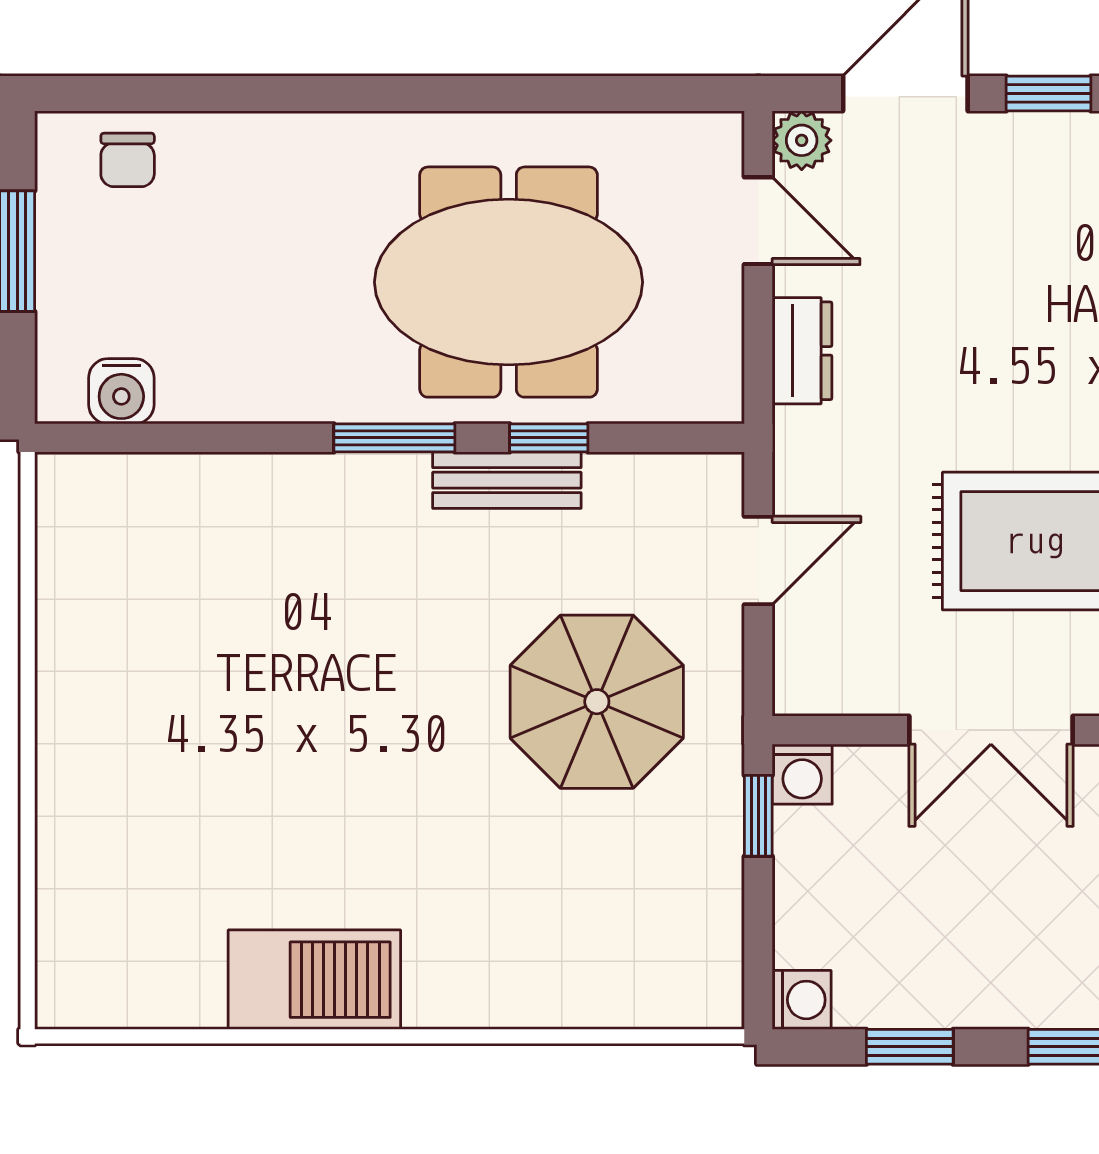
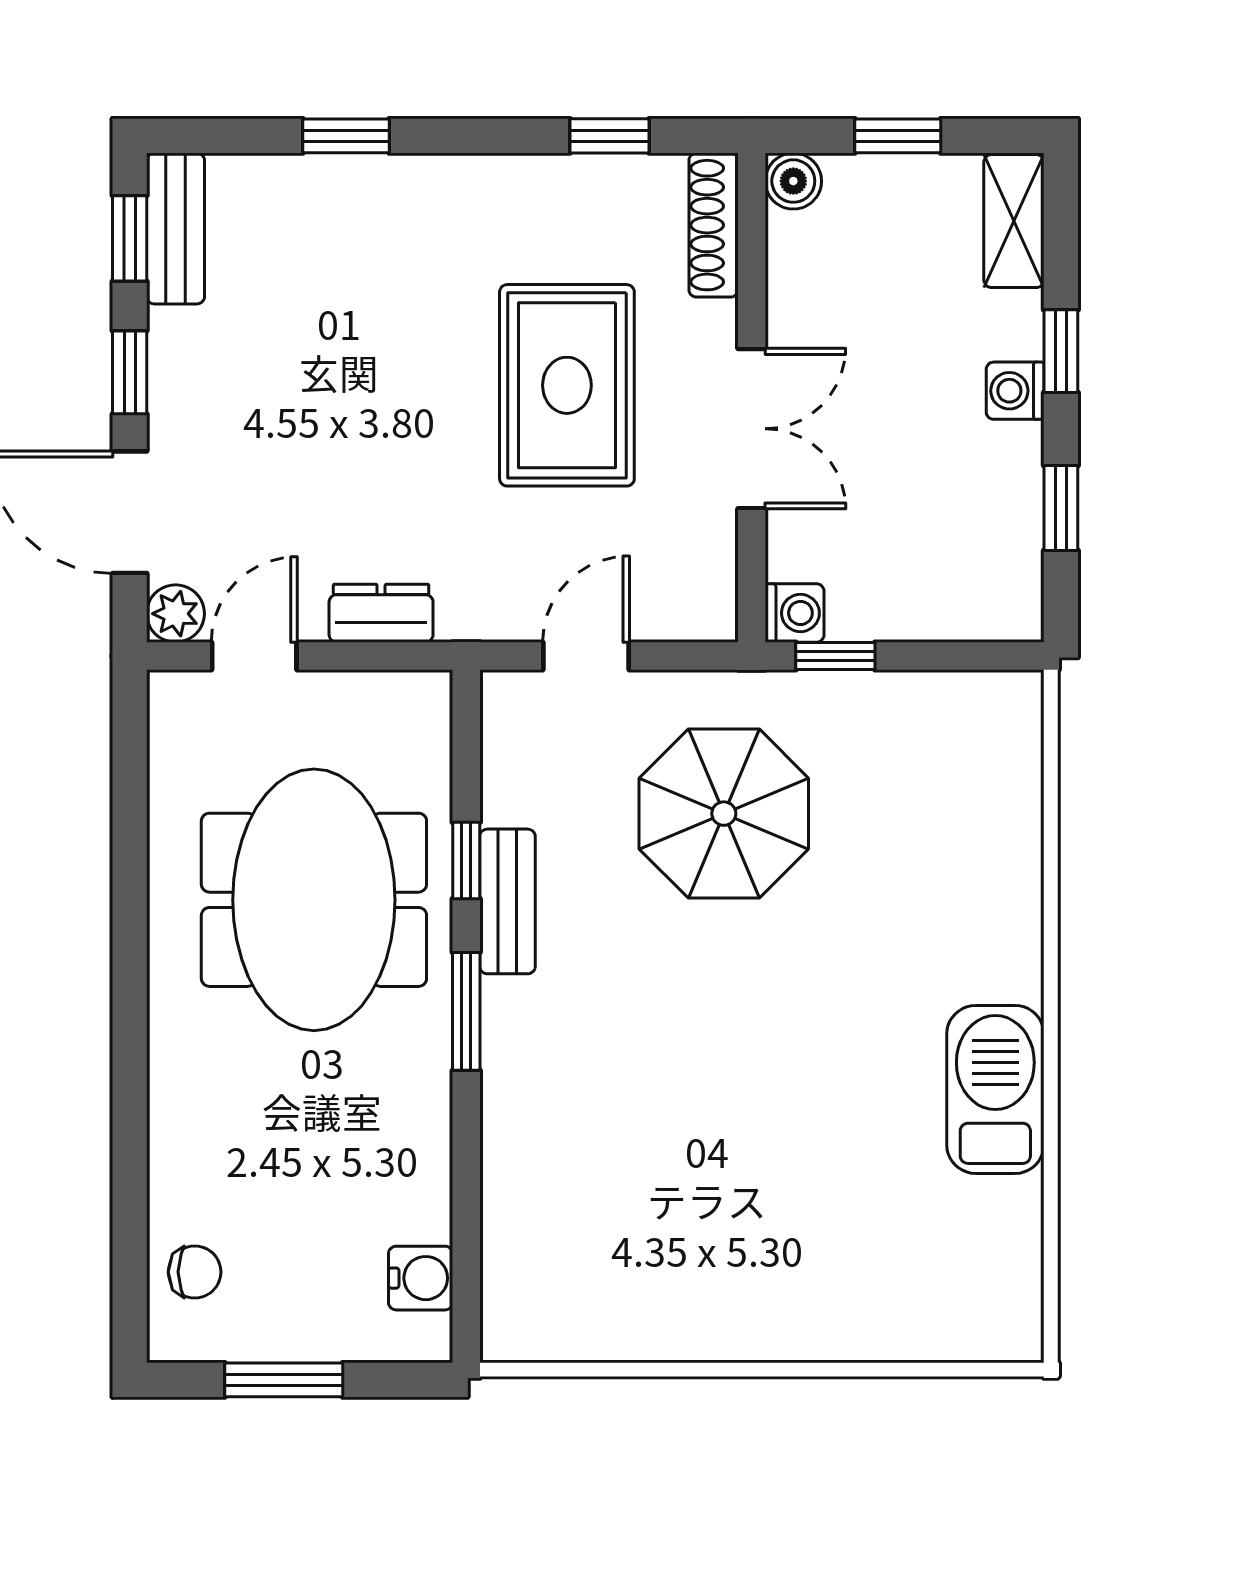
door: (758, 561) -> (586, 656), hinge flipped
washing machine: (802, 1000) -> (1015, 391), moved, turned -90

